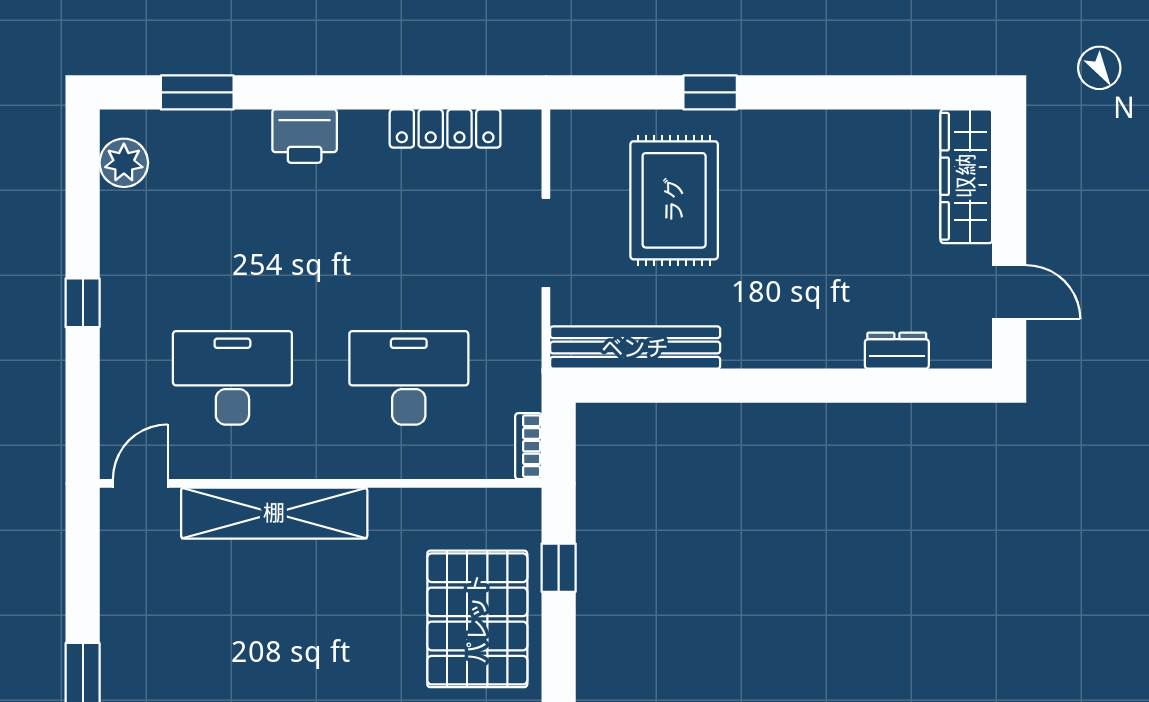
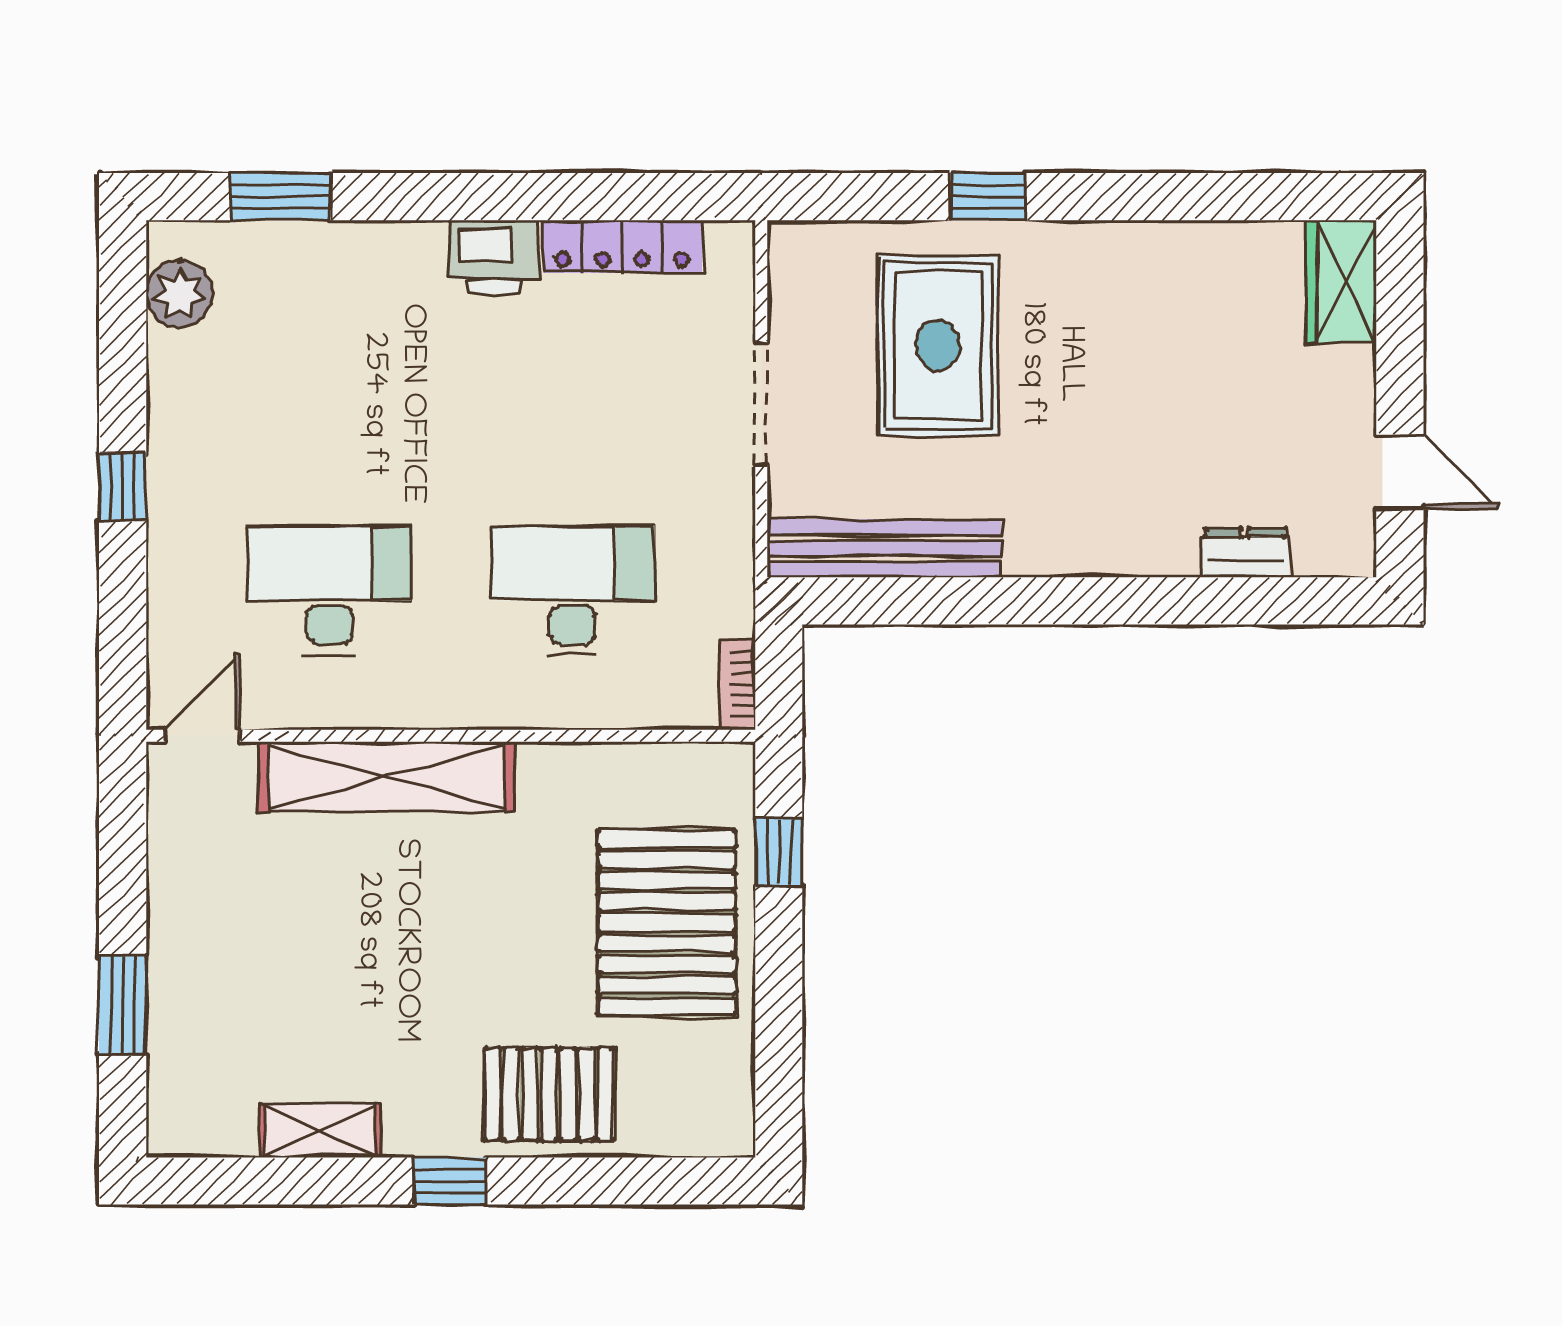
printer: (305, 136) -> (494, 257), moved
wardrobe: (966, 176) -> (1341, 282), width x0.67

